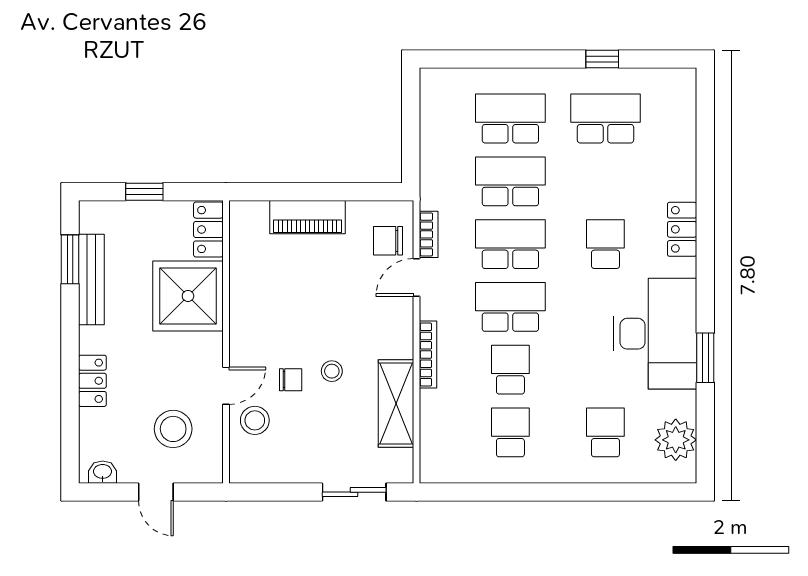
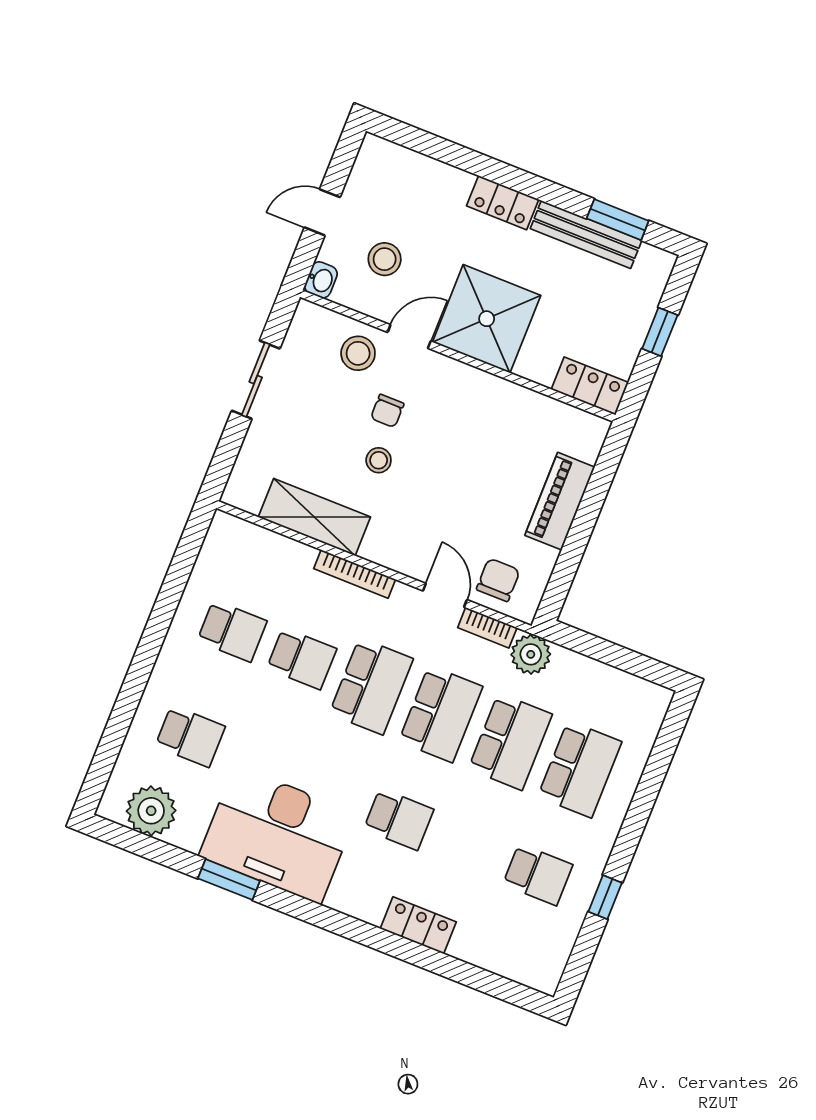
school desk: (605, 119) -> (538, 875), width x0.54
plant: (436, 192) -> (531, 654), added
locker: (682, 229) -> (418, 925), moved
shower: (188, 296) -> (487, 319), moved
locker: (92, 381) -> (503, 203), moved
door: (226, 386) -> (409, 337), swing flipped
stool: (173, 429) -> (385, 259), width x0.73, depth x0.73
washbasin: (103, 472) -> (321, 280), moved
sliding door: (354, 492) -> (256, 380), moved

